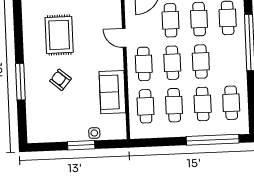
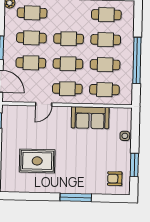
armchair: (60, 80) -> (115, 179), moved, turned 50
window: (213, 140) -> (137, 60), moved
window: (81, 145) -> (134, 165), moved

